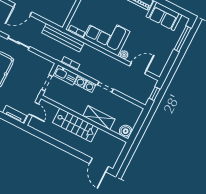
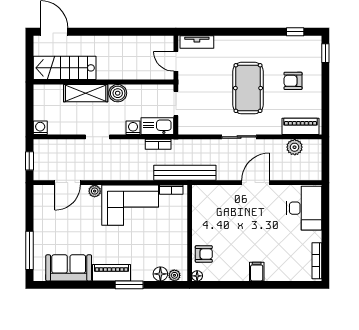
washing machine: (90, 86) -> (40, 128), moved
stairs: (75, 125) -> (65, 68), moved
boiler: (126, 131) -> (118, 93), moved

